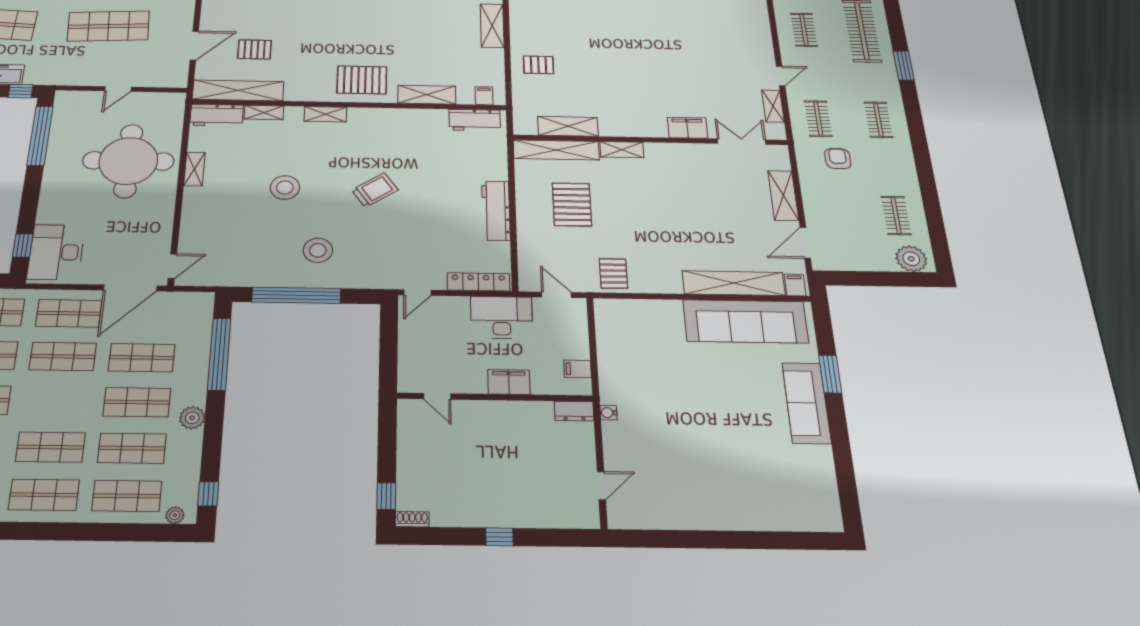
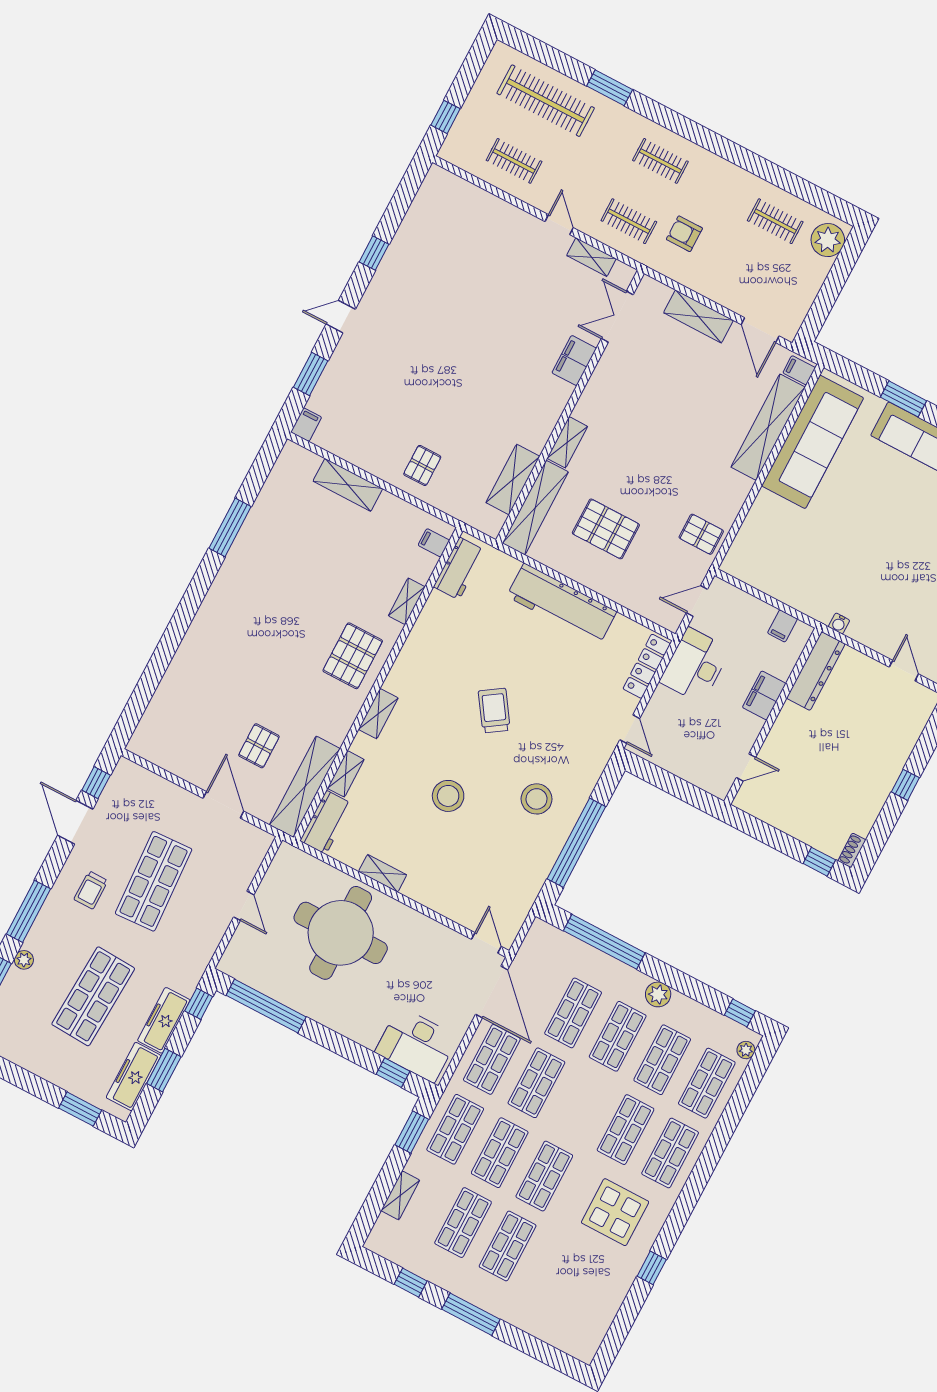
shelving: (427, 95) -> (407, 601), width x0.67, depth x0.75
workbench: (496, 211) -> (562, 604), width x1.36, depth x1.32
dresser: (574, 411) -> (816, 671), width x1.96, depth x1.24

